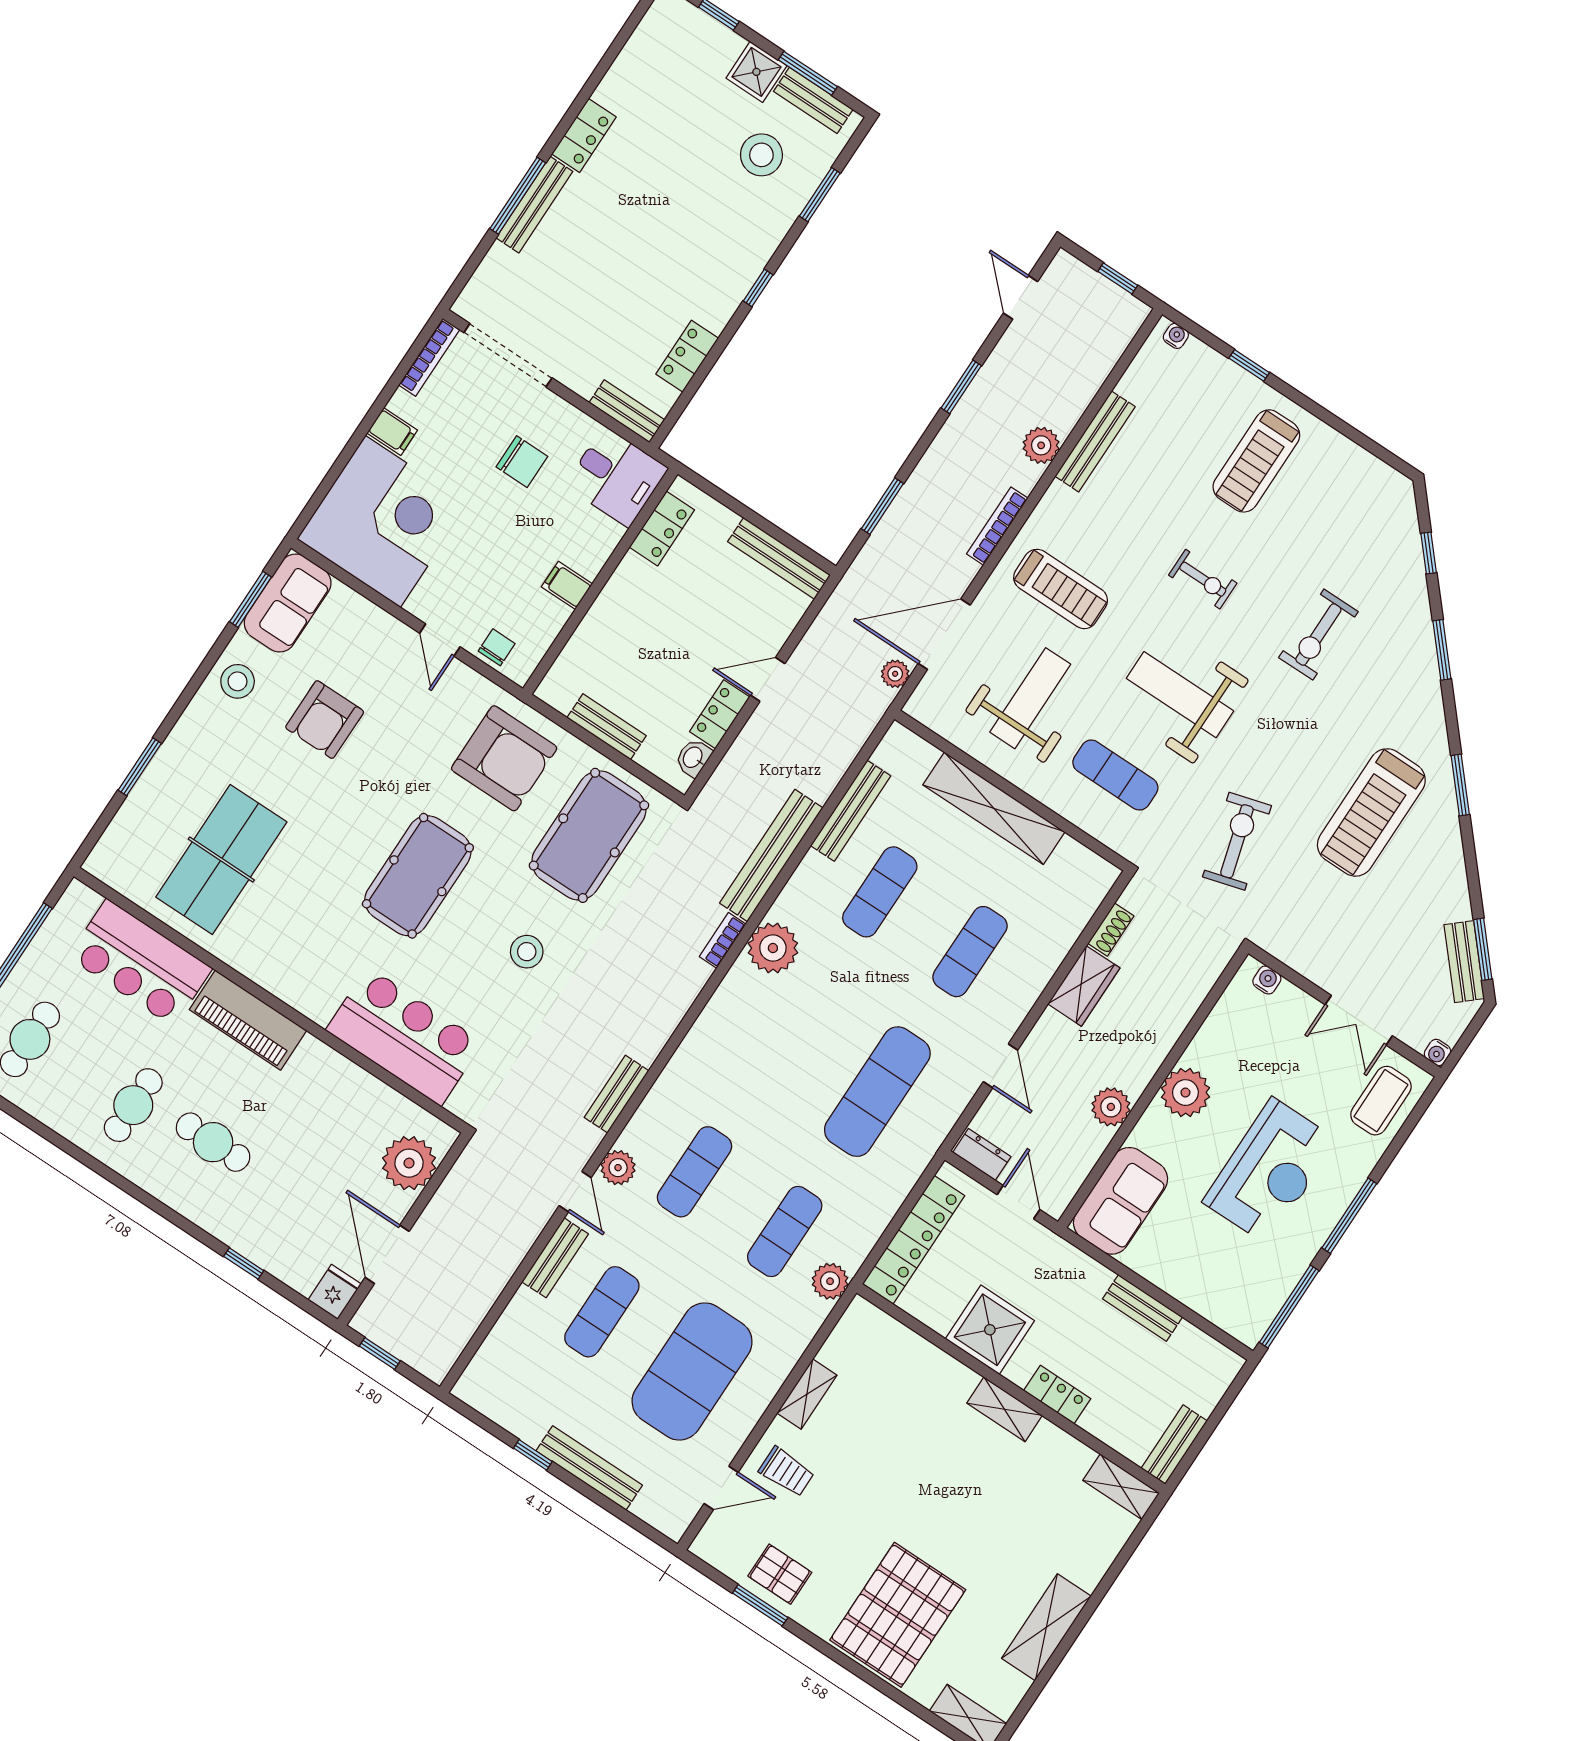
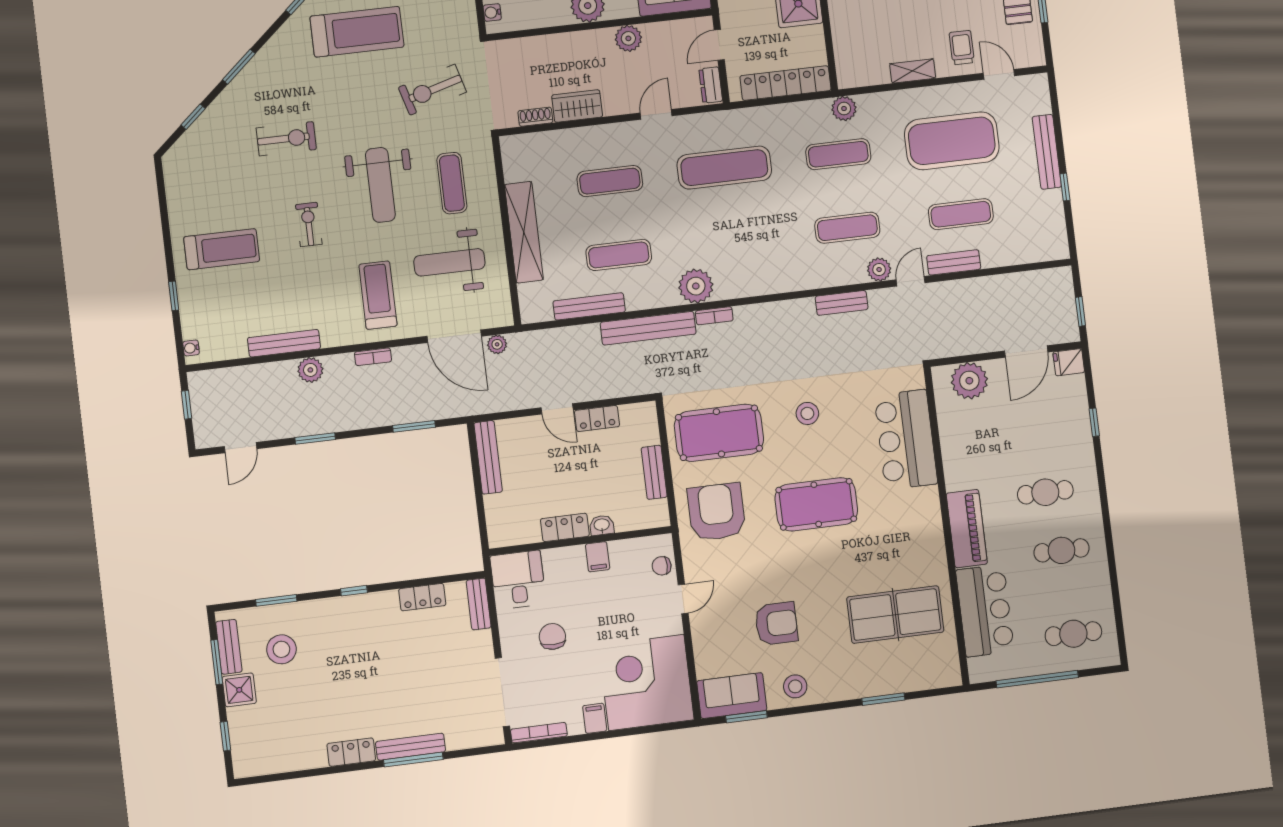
bookcase: (997, 526) -> (373, 357), width x0.64
locker: (662, 529) -> (565, 527), moved
washbasin: (693, 758) -> (602, 525), moved, turned 180
cafe table: (213, 1142) -> (1045, 492), turned 90

